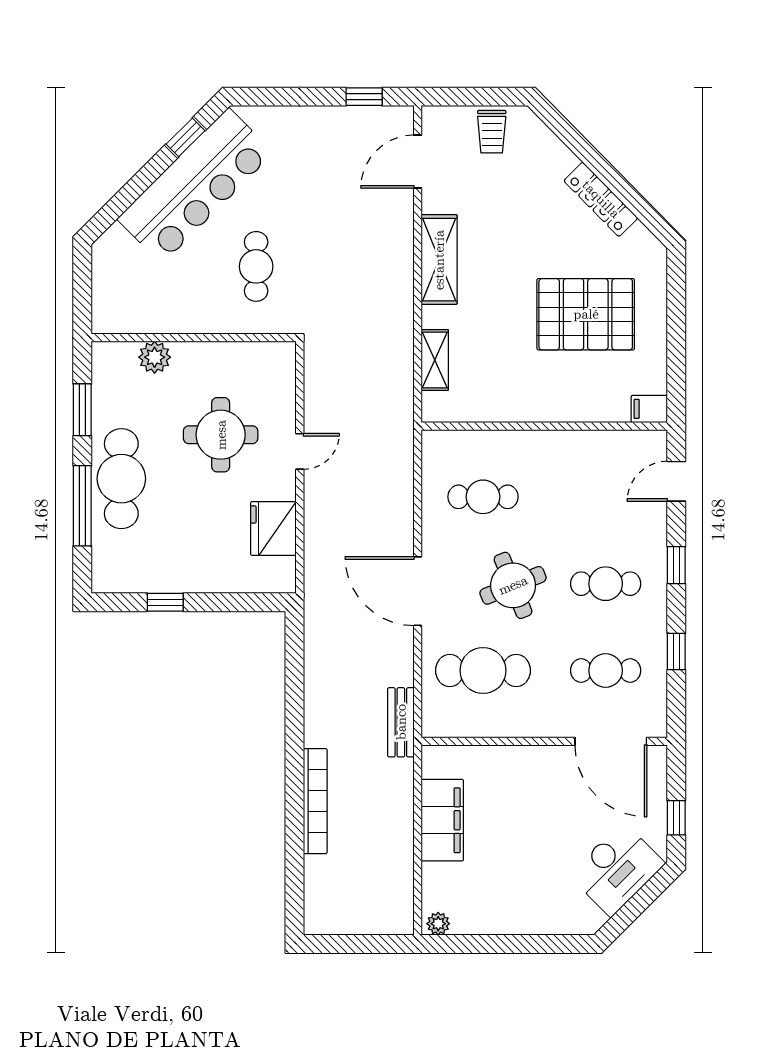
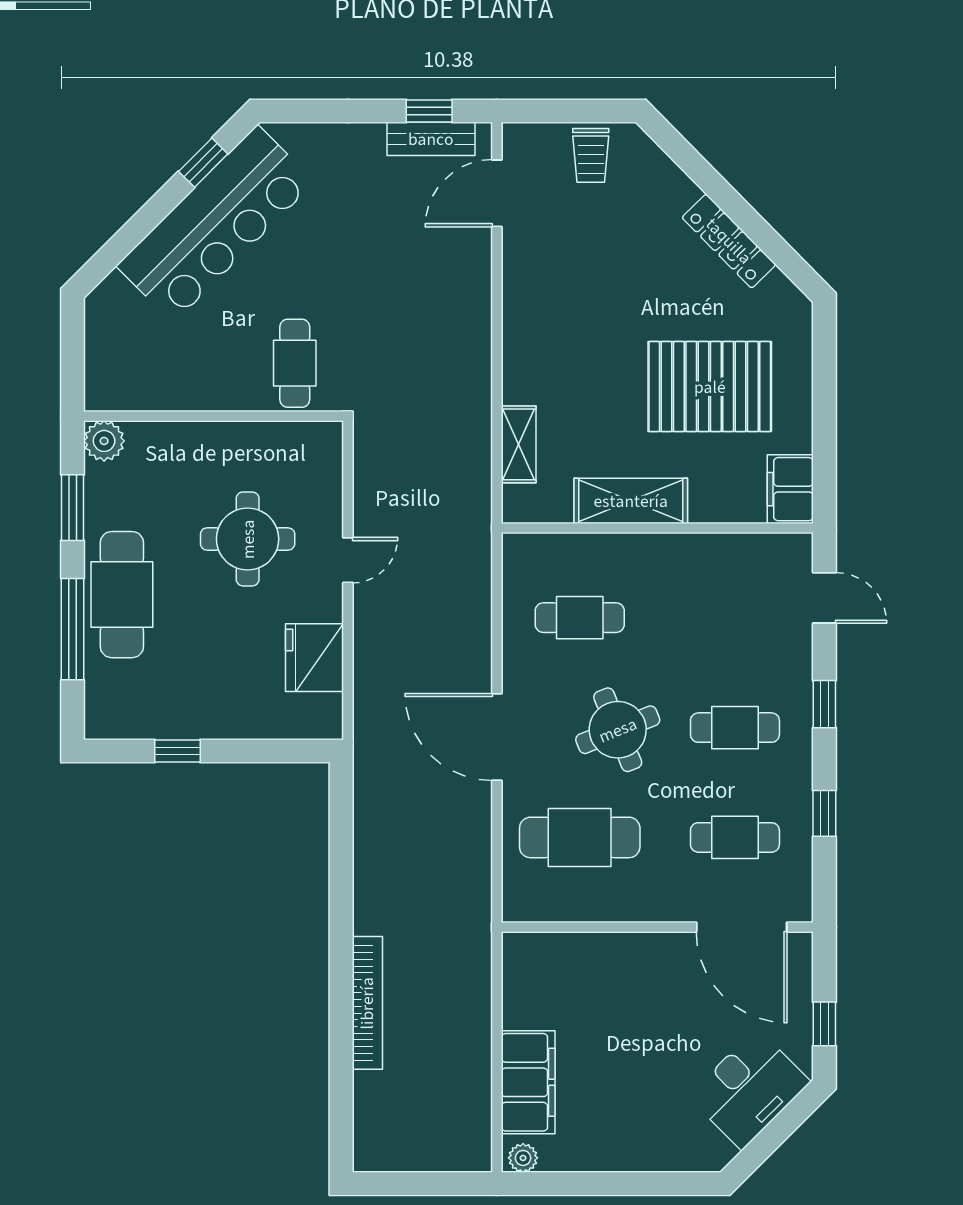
shelving: (439, 260) -> (631, 501), moved, turned 90
cafe table: (256, 266) -> (295, 363), moved
plant: (155, 357) -> (104, 441), moved
filing cabinet: (649, 409) -> (790, 489), width x2.00
door: (676, 481) -> (824, 598), swing flipped
bench: (401, 722) -> (431, 139), moved, turned 90
filing cabinet: (442, 820) -> (528, 1082), moved

